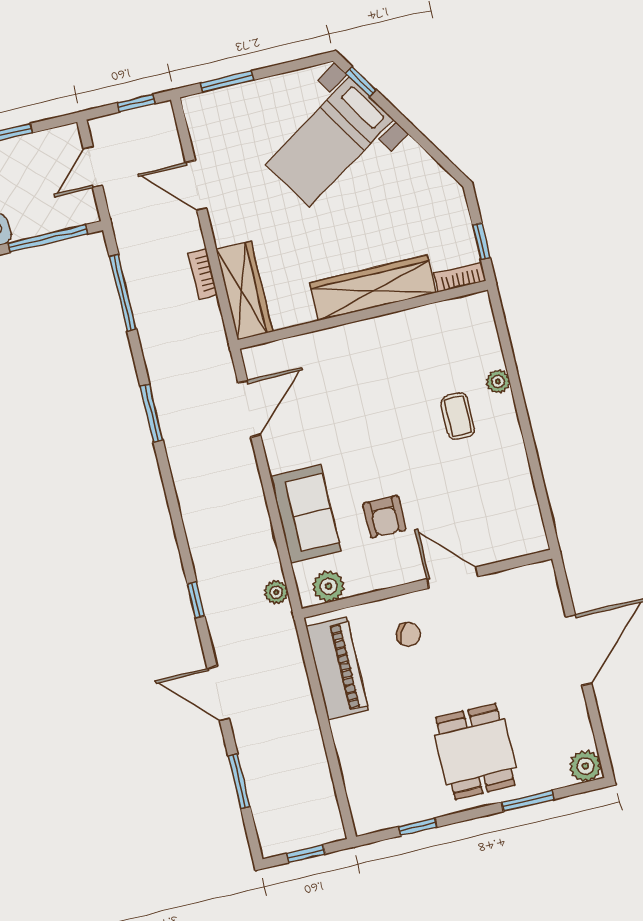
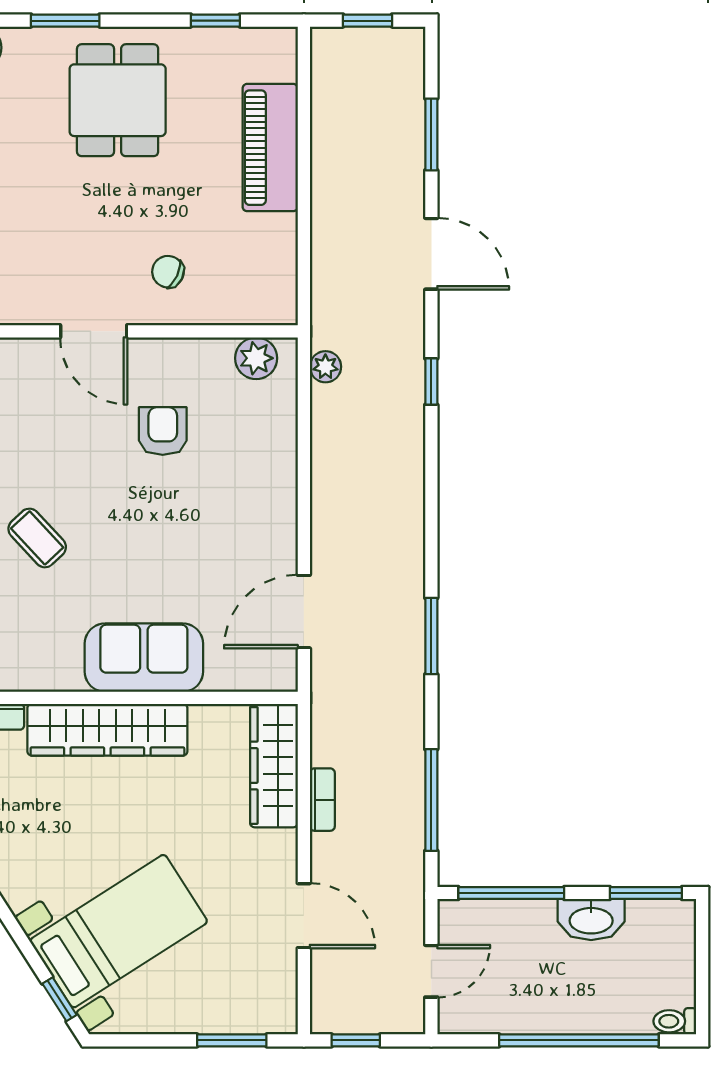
coffee table: (458, 416) -> (37, 538), turned -43
sofa: (306, 514) -> (144, 658), moved, turned 90
piano: (337, 668) -> (270, 148), moved

